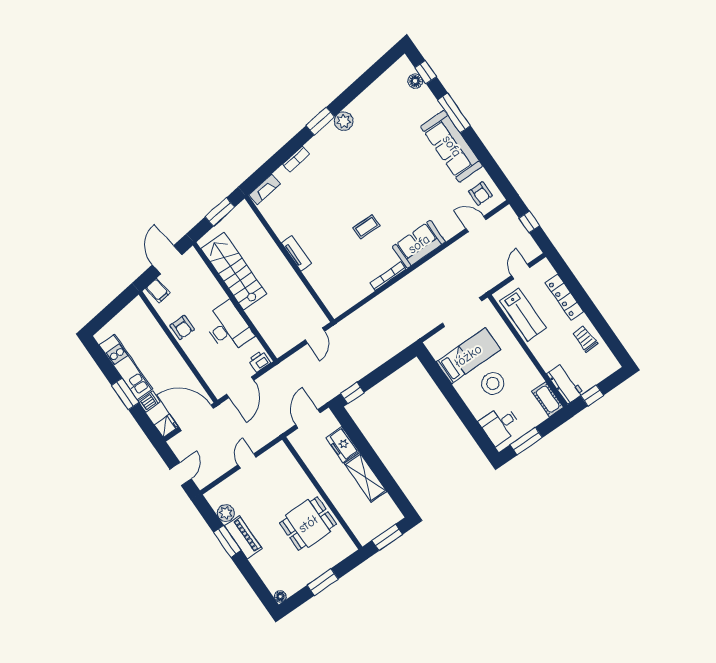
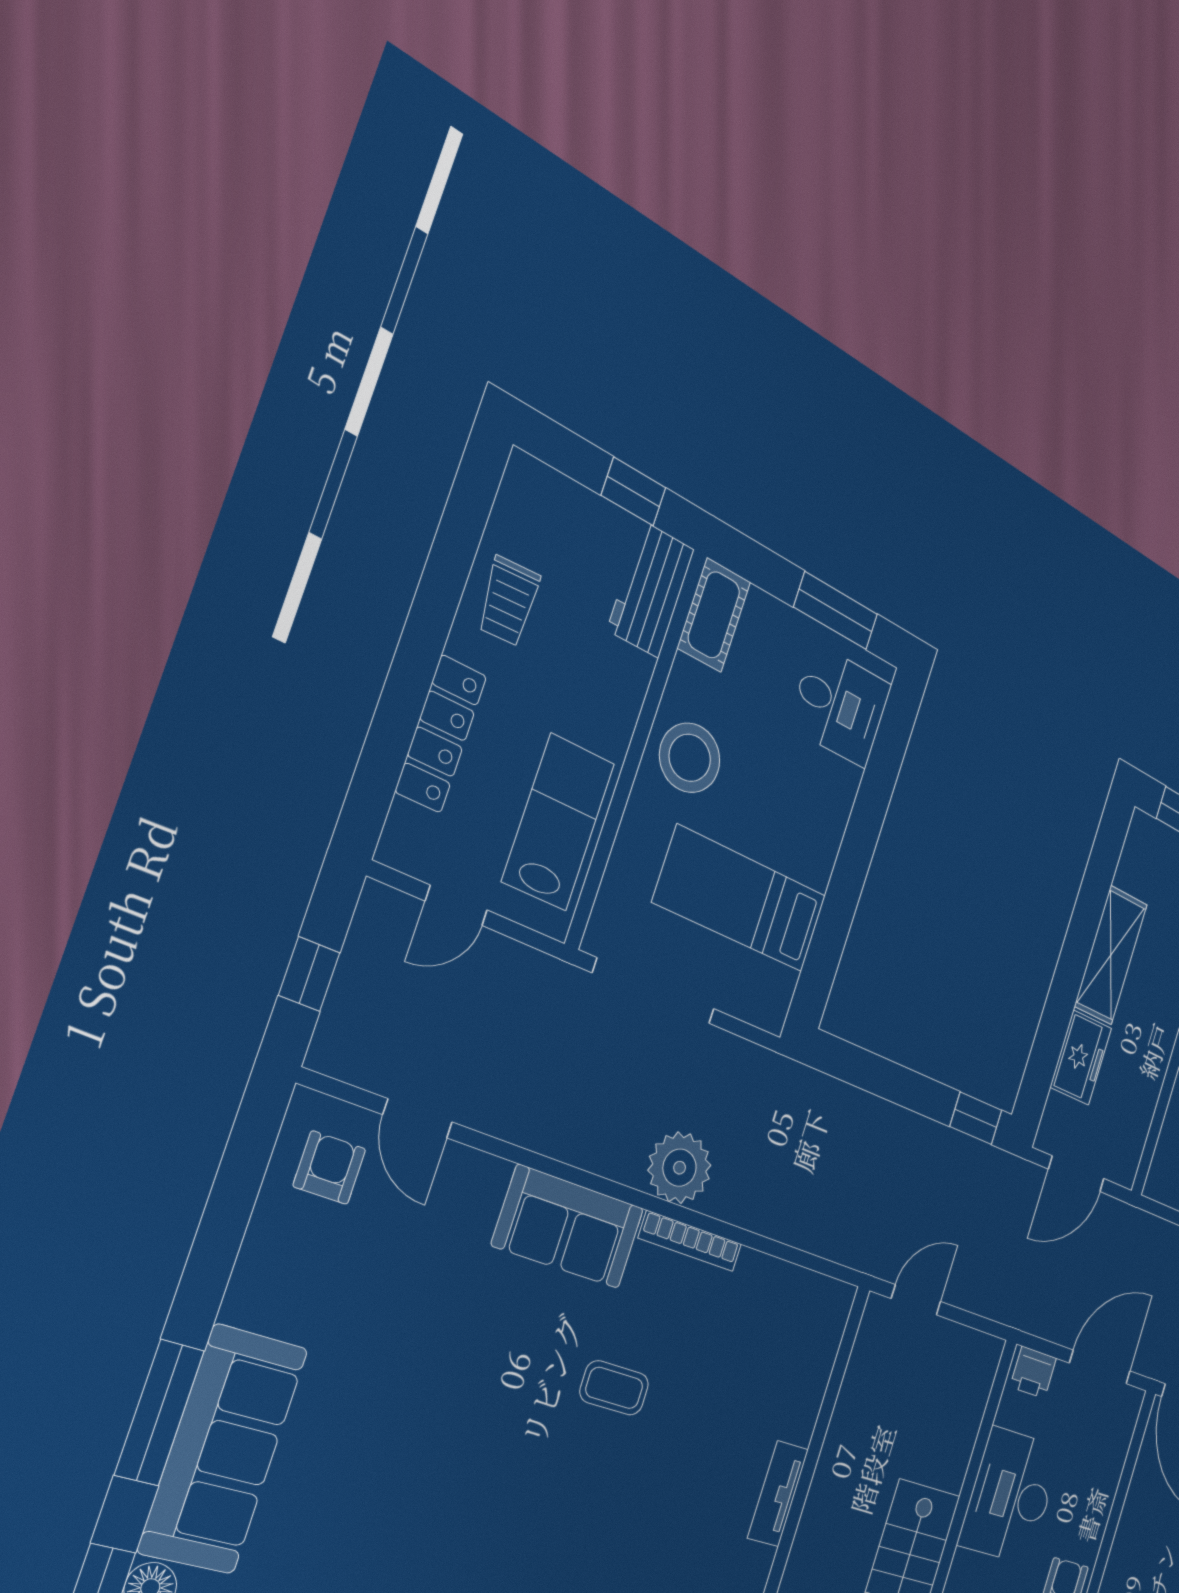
sofa: (452, 146) -> (223, 1449), moved
plant: (410, 287) -> (680, 1168), added
stool: (493, 383) -> (690, 758), moved

